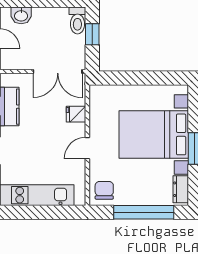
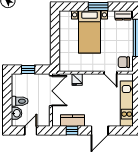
toilet: (77, 21) -> (20, 101), moved
bed with nightstands: (154, 134) -> (90, 32), width x0.73
door: (87, 148) -> (110, 73), moved

